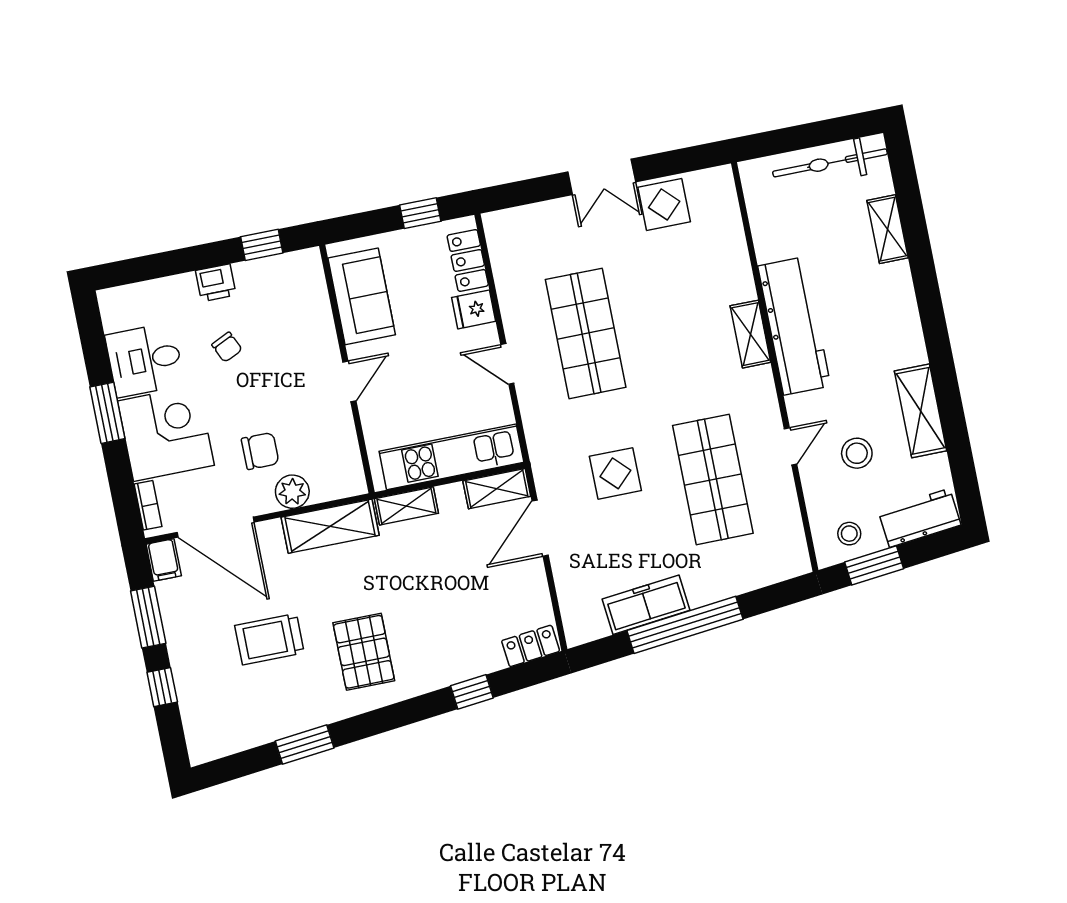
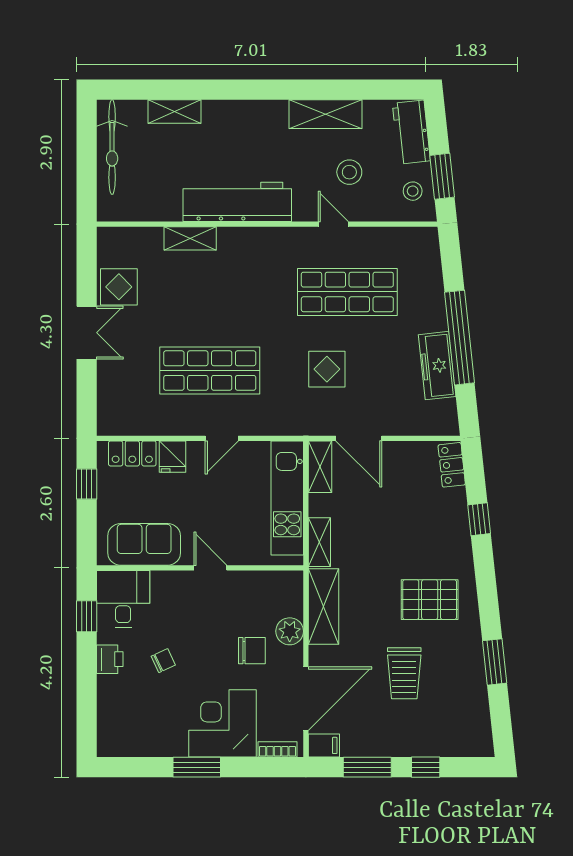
shelving: (750, 334) -> (190, 238), moved
desk: (145, 360) -> (123, 599), moved, turned 180
chair: (260, 451) -> (252, 651), turned 90

